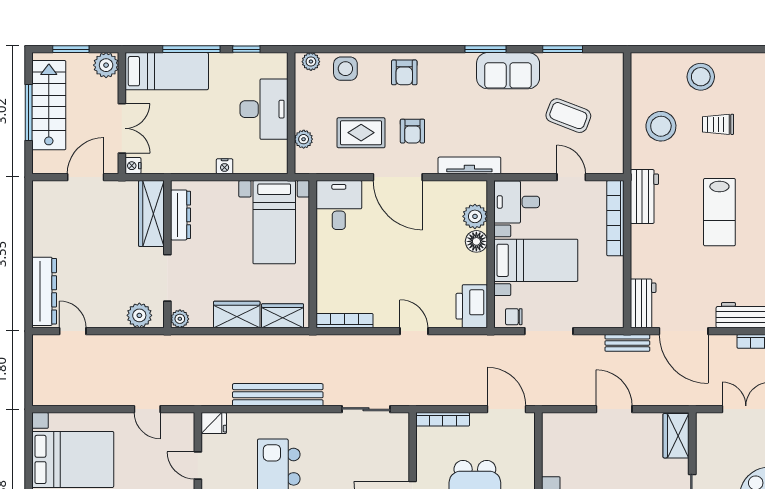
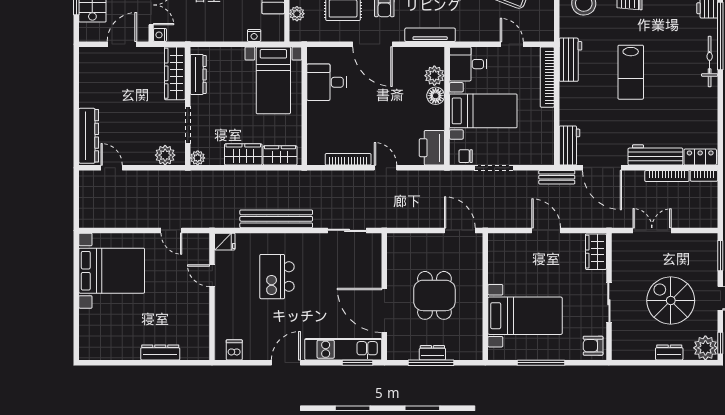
nightstand: (225, 166) -> (254, 35), moved
desk: (339, 205) -> (327, 82), moved, turned -90
bookcase: (344, 321) -> (348, 159), moved
bookcase: (443, 419) -> (409, 239), removed

